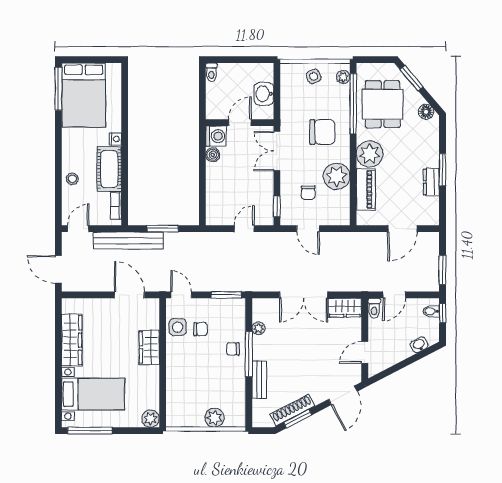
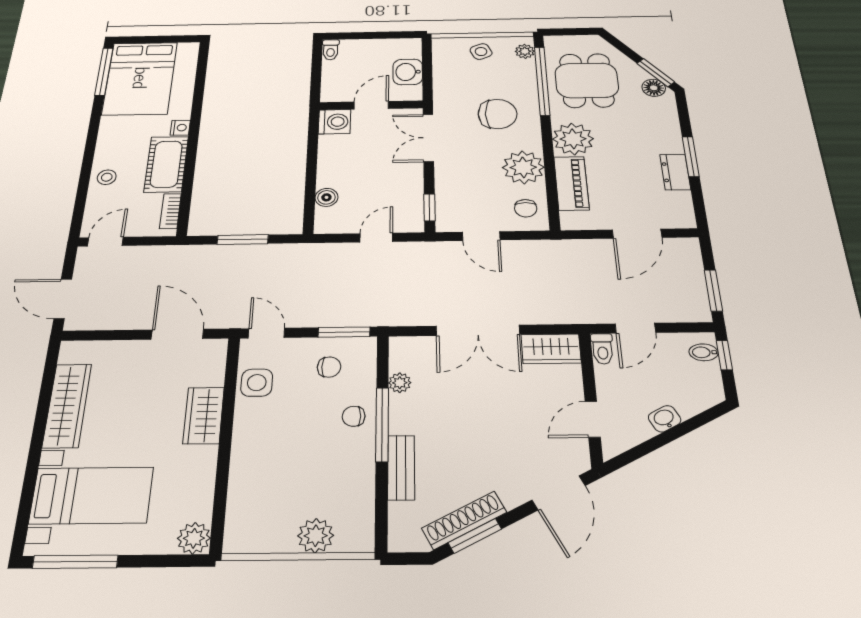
window: (412, 78) -> (656, 73), moved
boiler: (213, 155) -> (326, 197), moved
chair: (308, 193) -> (526, 208), moved
bench: (128, 241) -> (185, 257), removed
chair: (201, 329) -> (329, 367), moved
washbasin: (419, 345) -> (665, 419), moved

